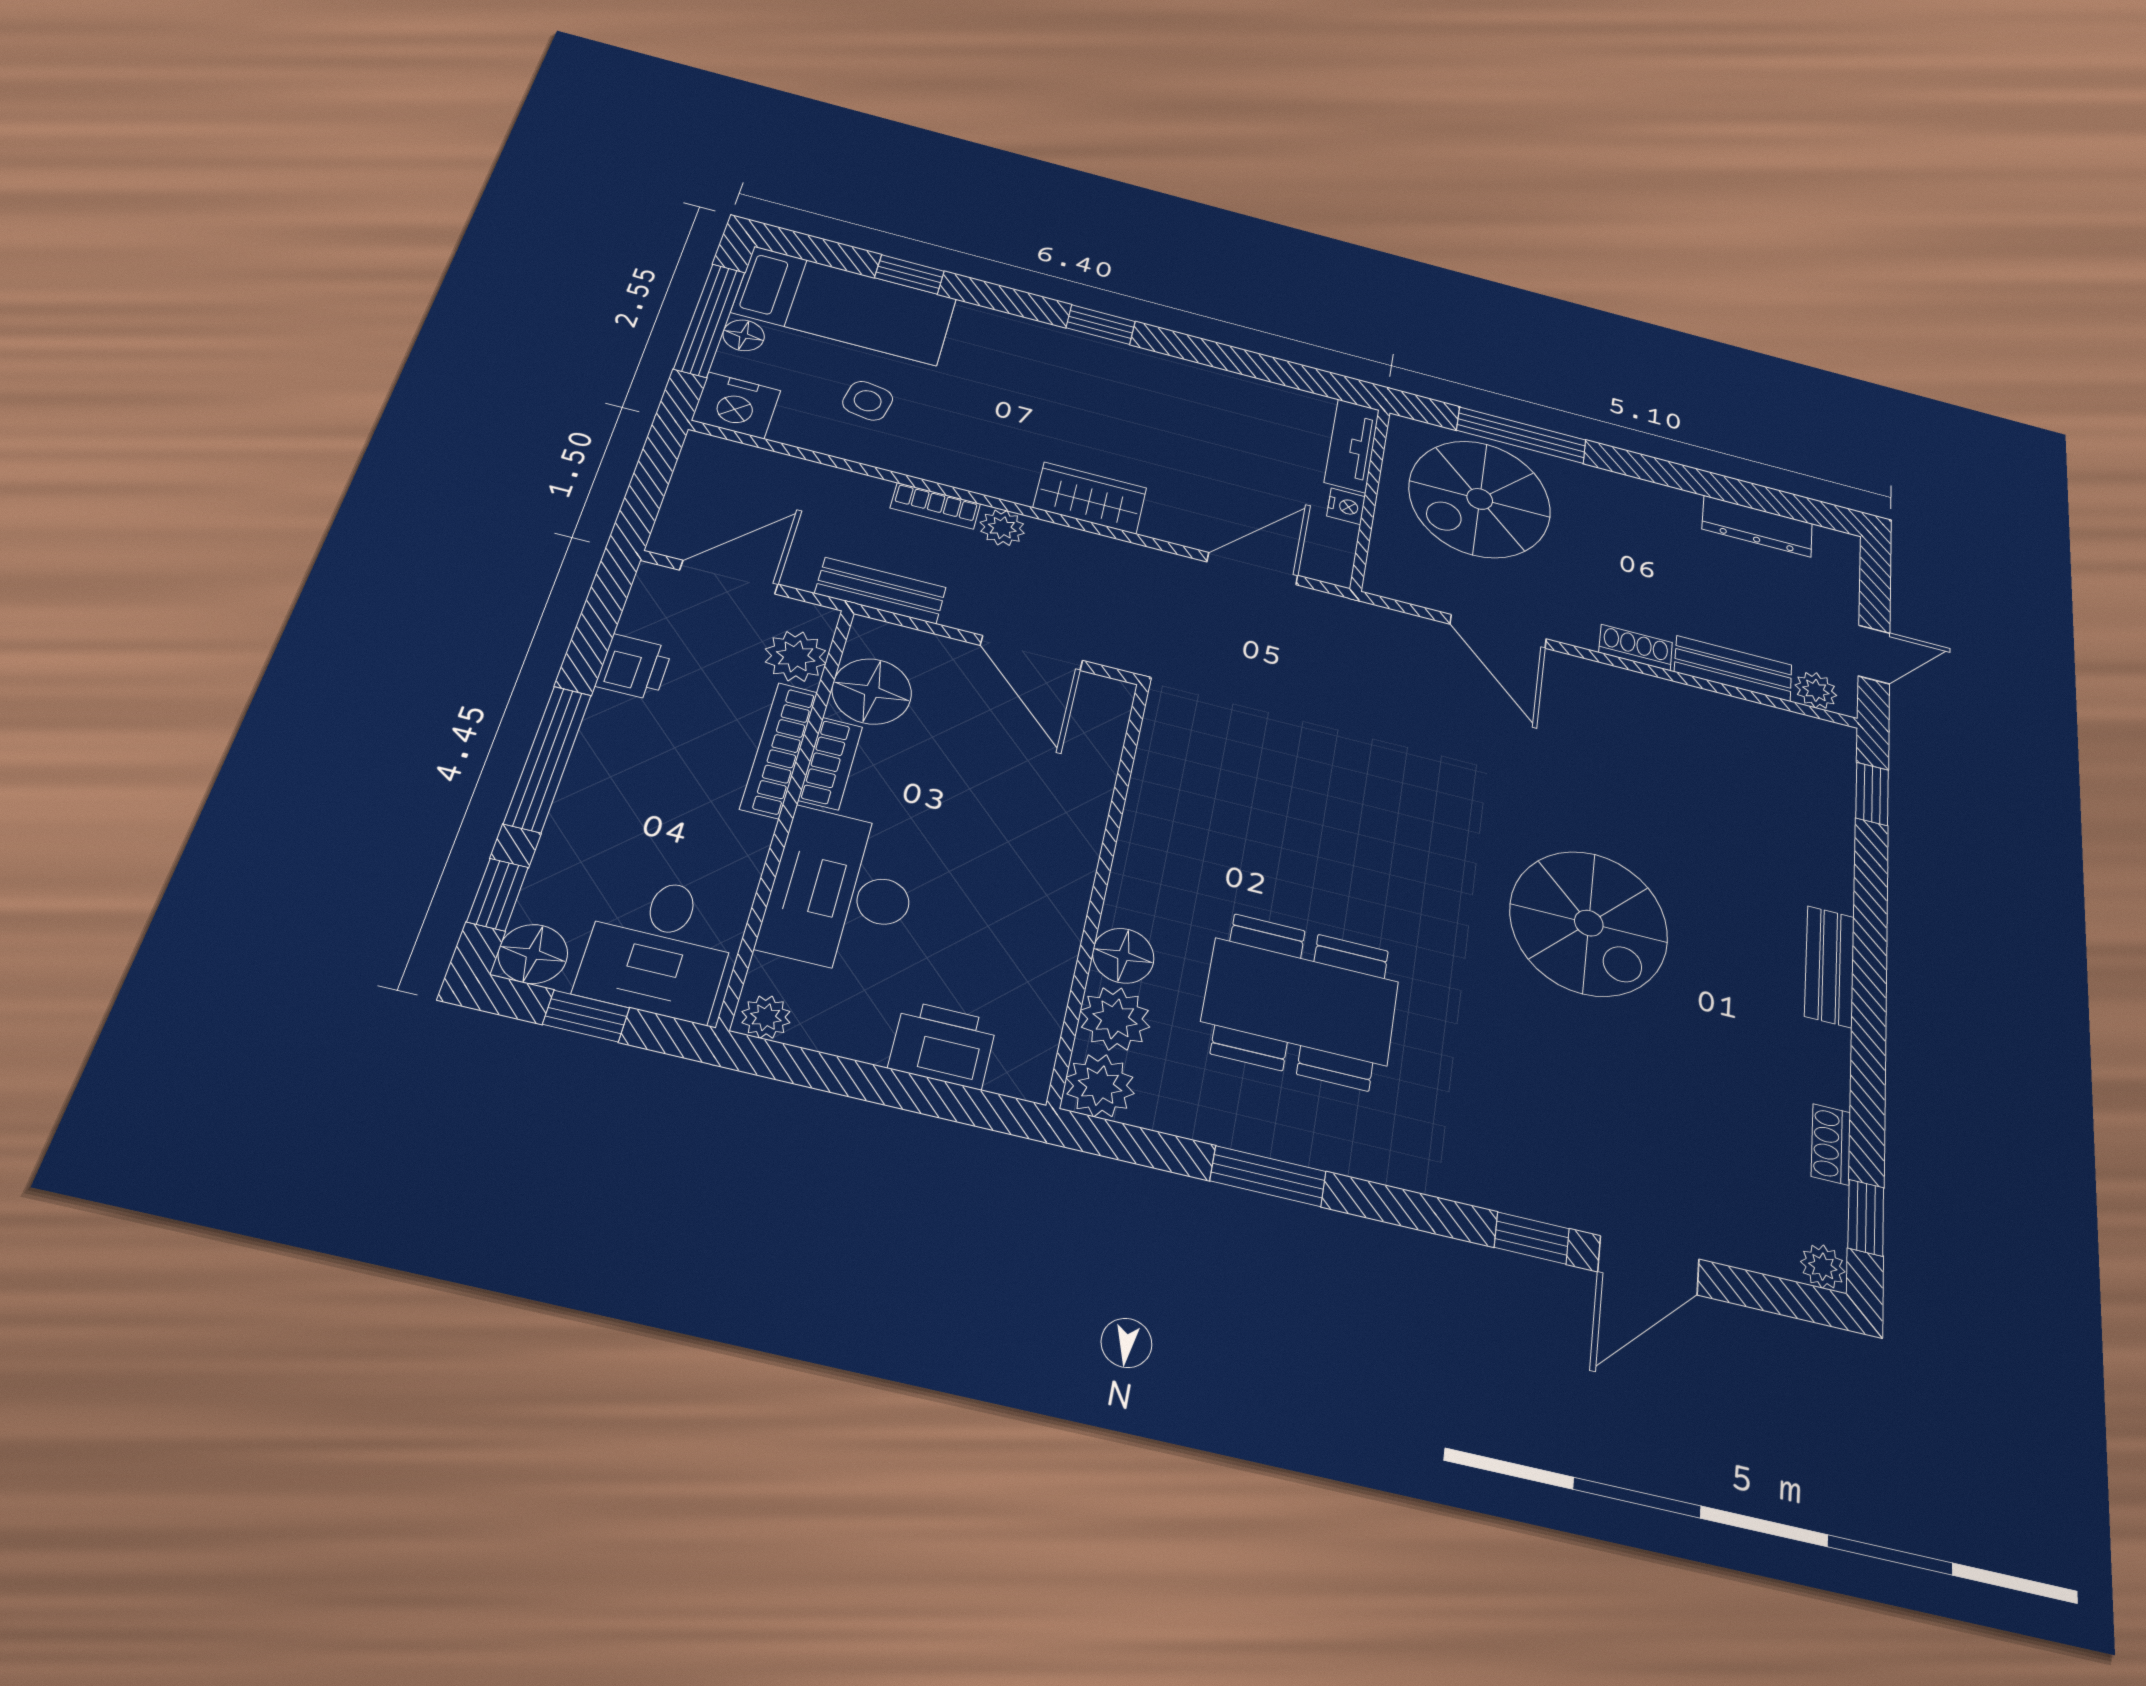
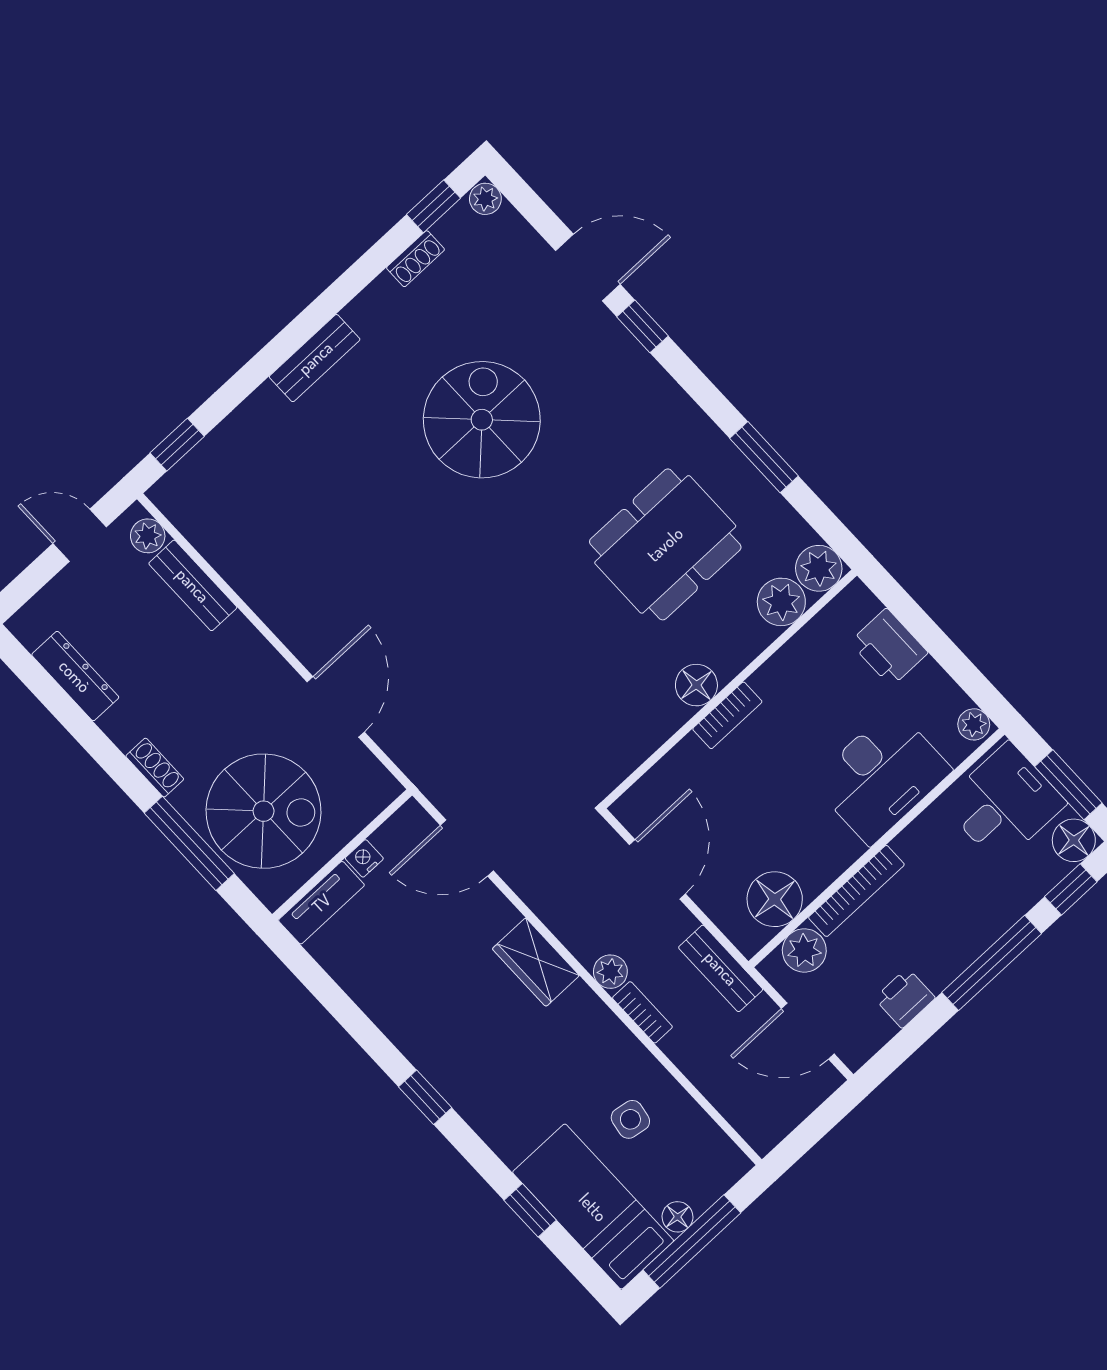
nightstand: (736, 405) -> (719, 1162), removed
shoe rack: (1636, 648) -> (155, 768), moved, turned 180
bookcase: (830, 763) -> (727, 715), moved, turned 180
spiral stairs: (1589, 923) -> (482, 420), moved
floor lamp: (1123, 956) -> (696, 685), moved
dining table: (1301, 1001) -> (665, 544), turned 90
window: (586, 1016) -> (1068, 785), width x1.50

